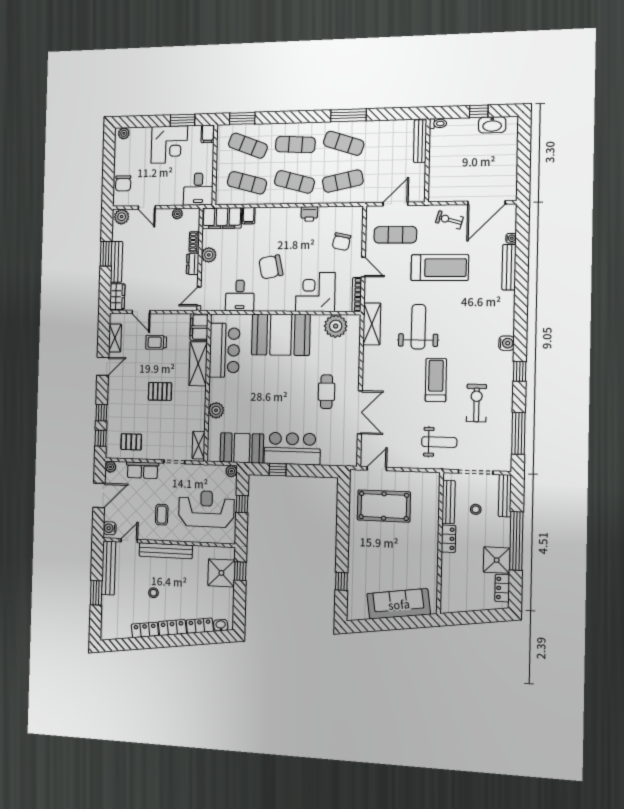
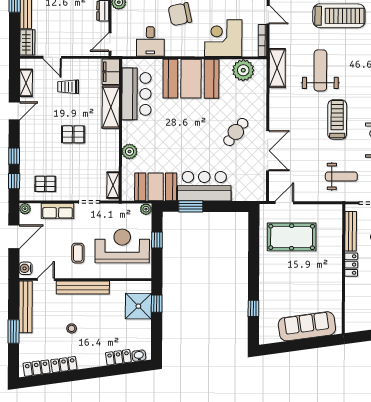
cafe table: (326, 392) -> (236, 132), turned 38
window: (278, 470) -> (191, 206), width x1.50
locker: (172, 628) -> (37, 368), moved

